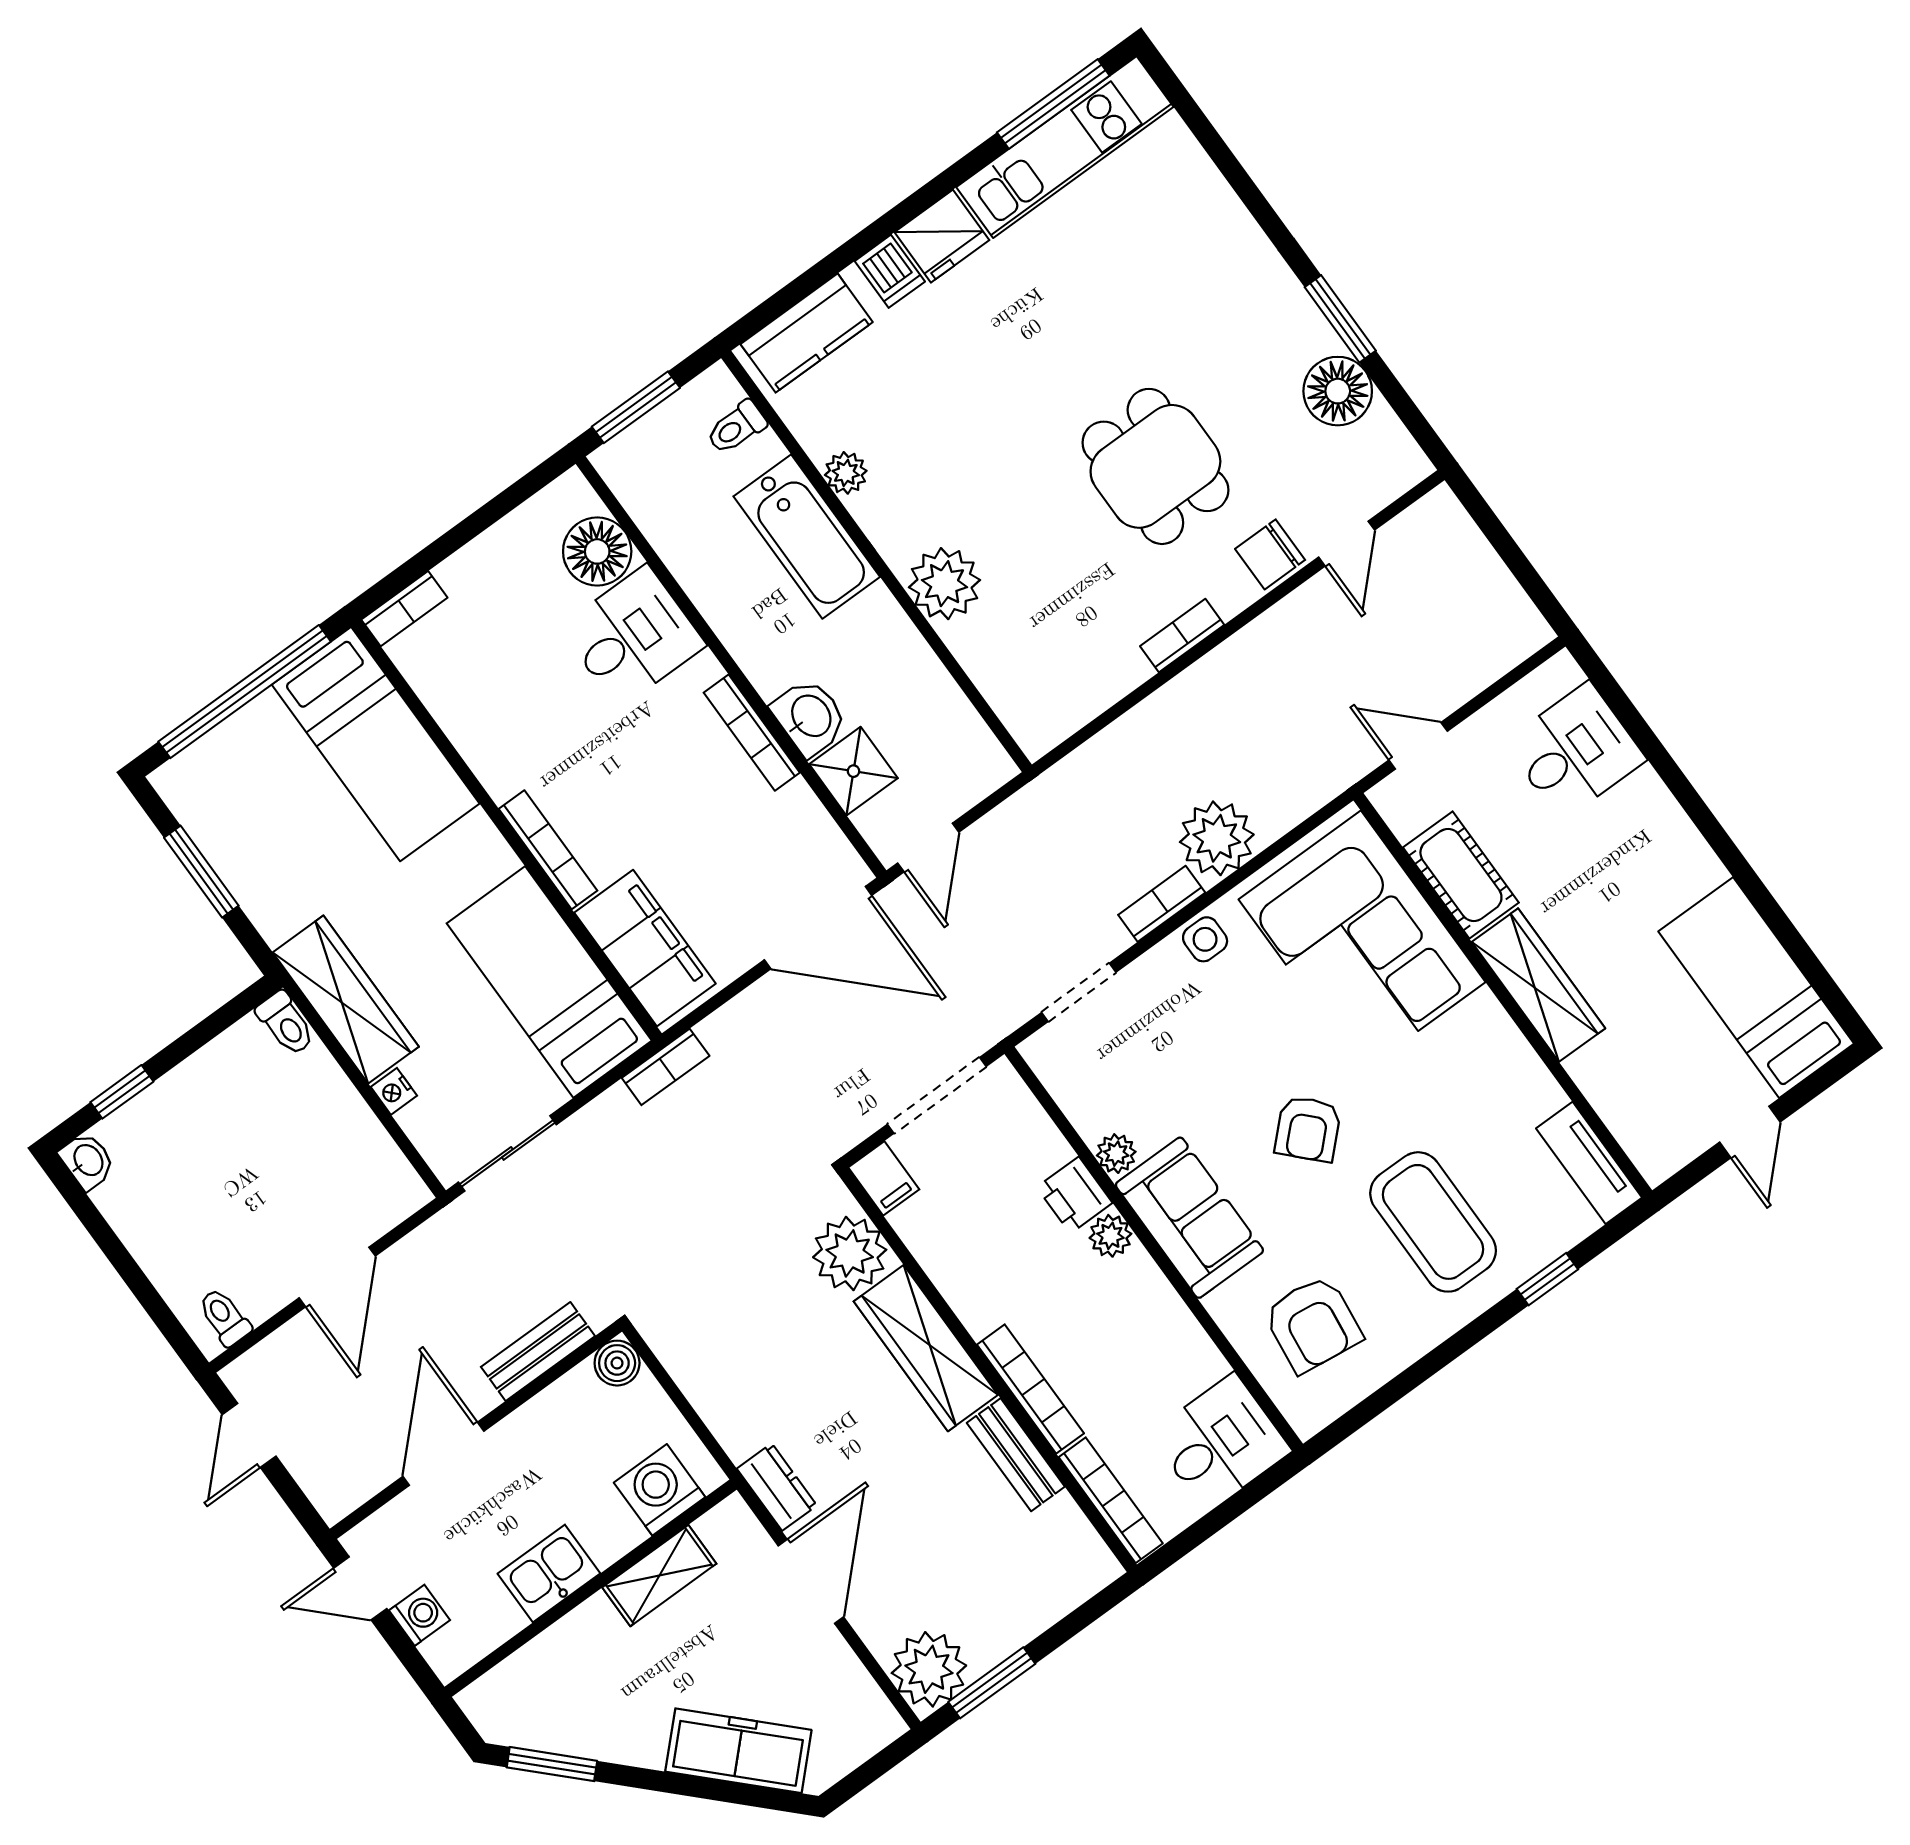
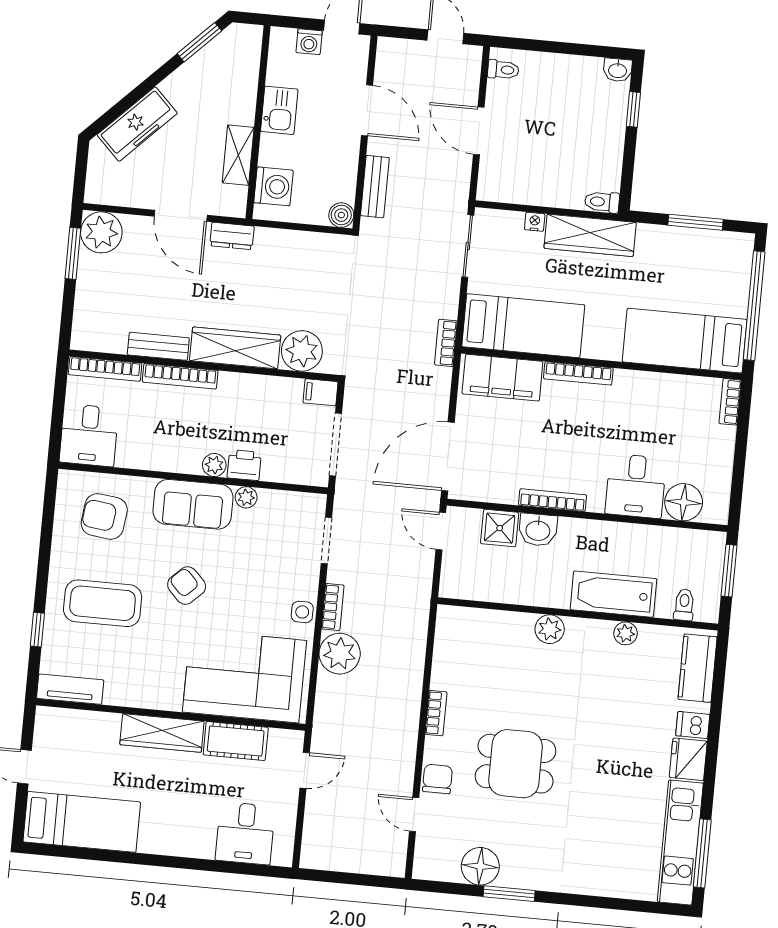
plant: (945, 584) -> (550, 629), width x0.73, depth x0.73

